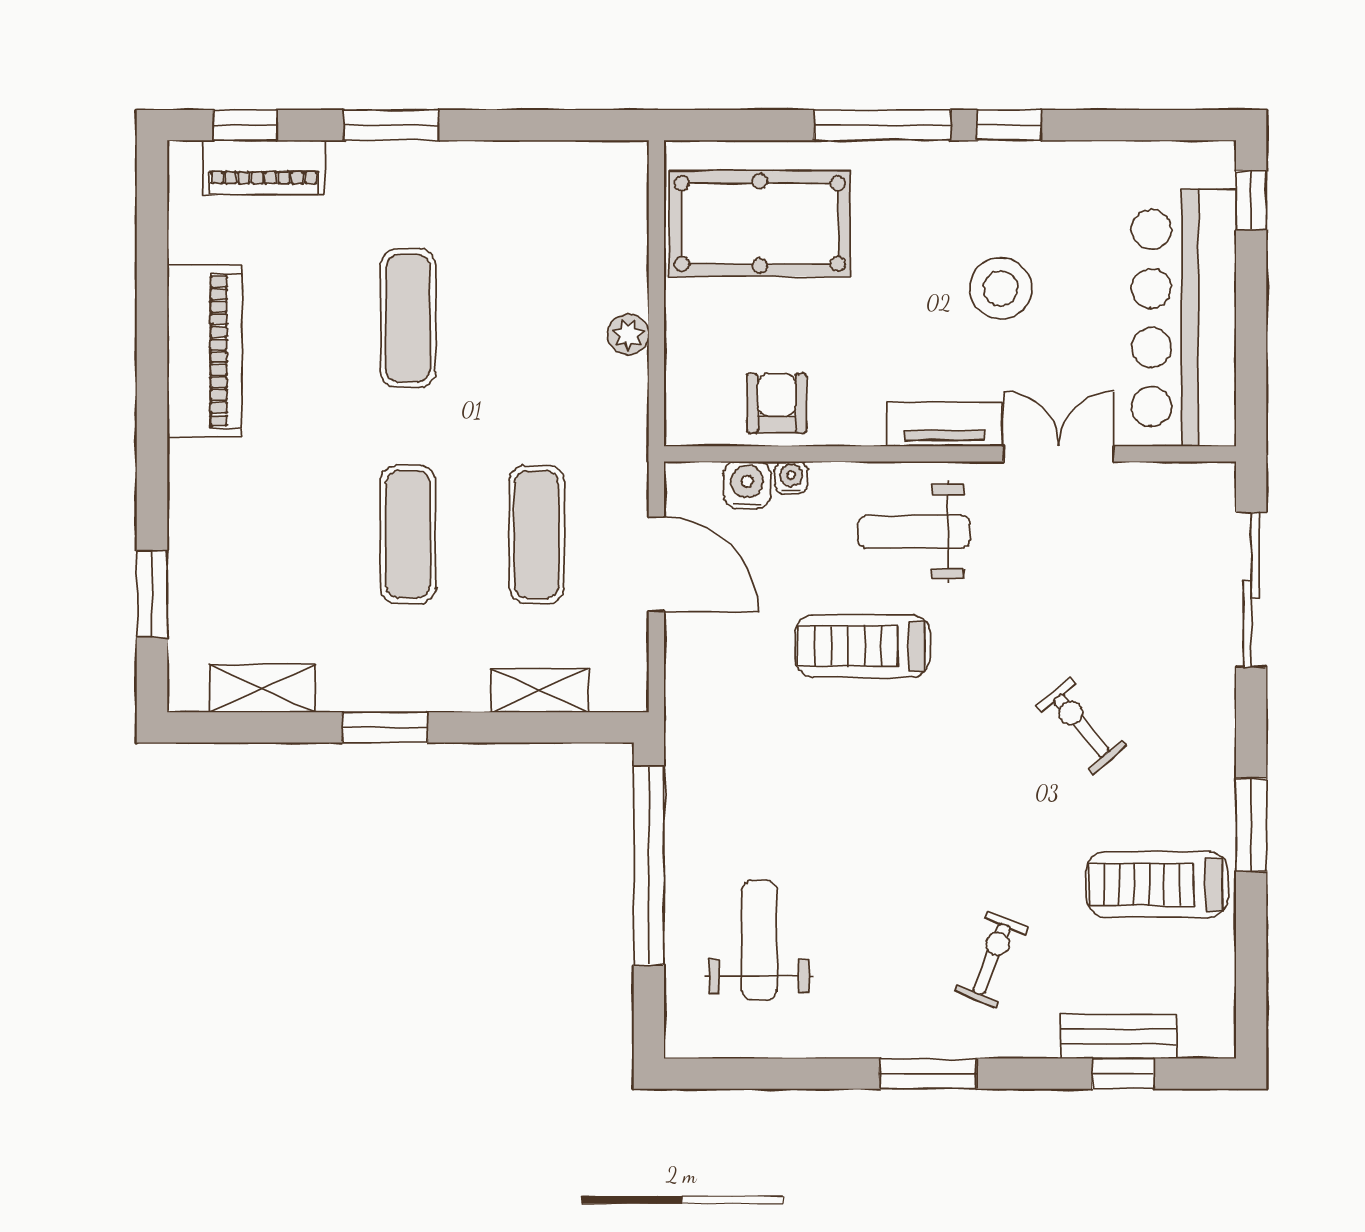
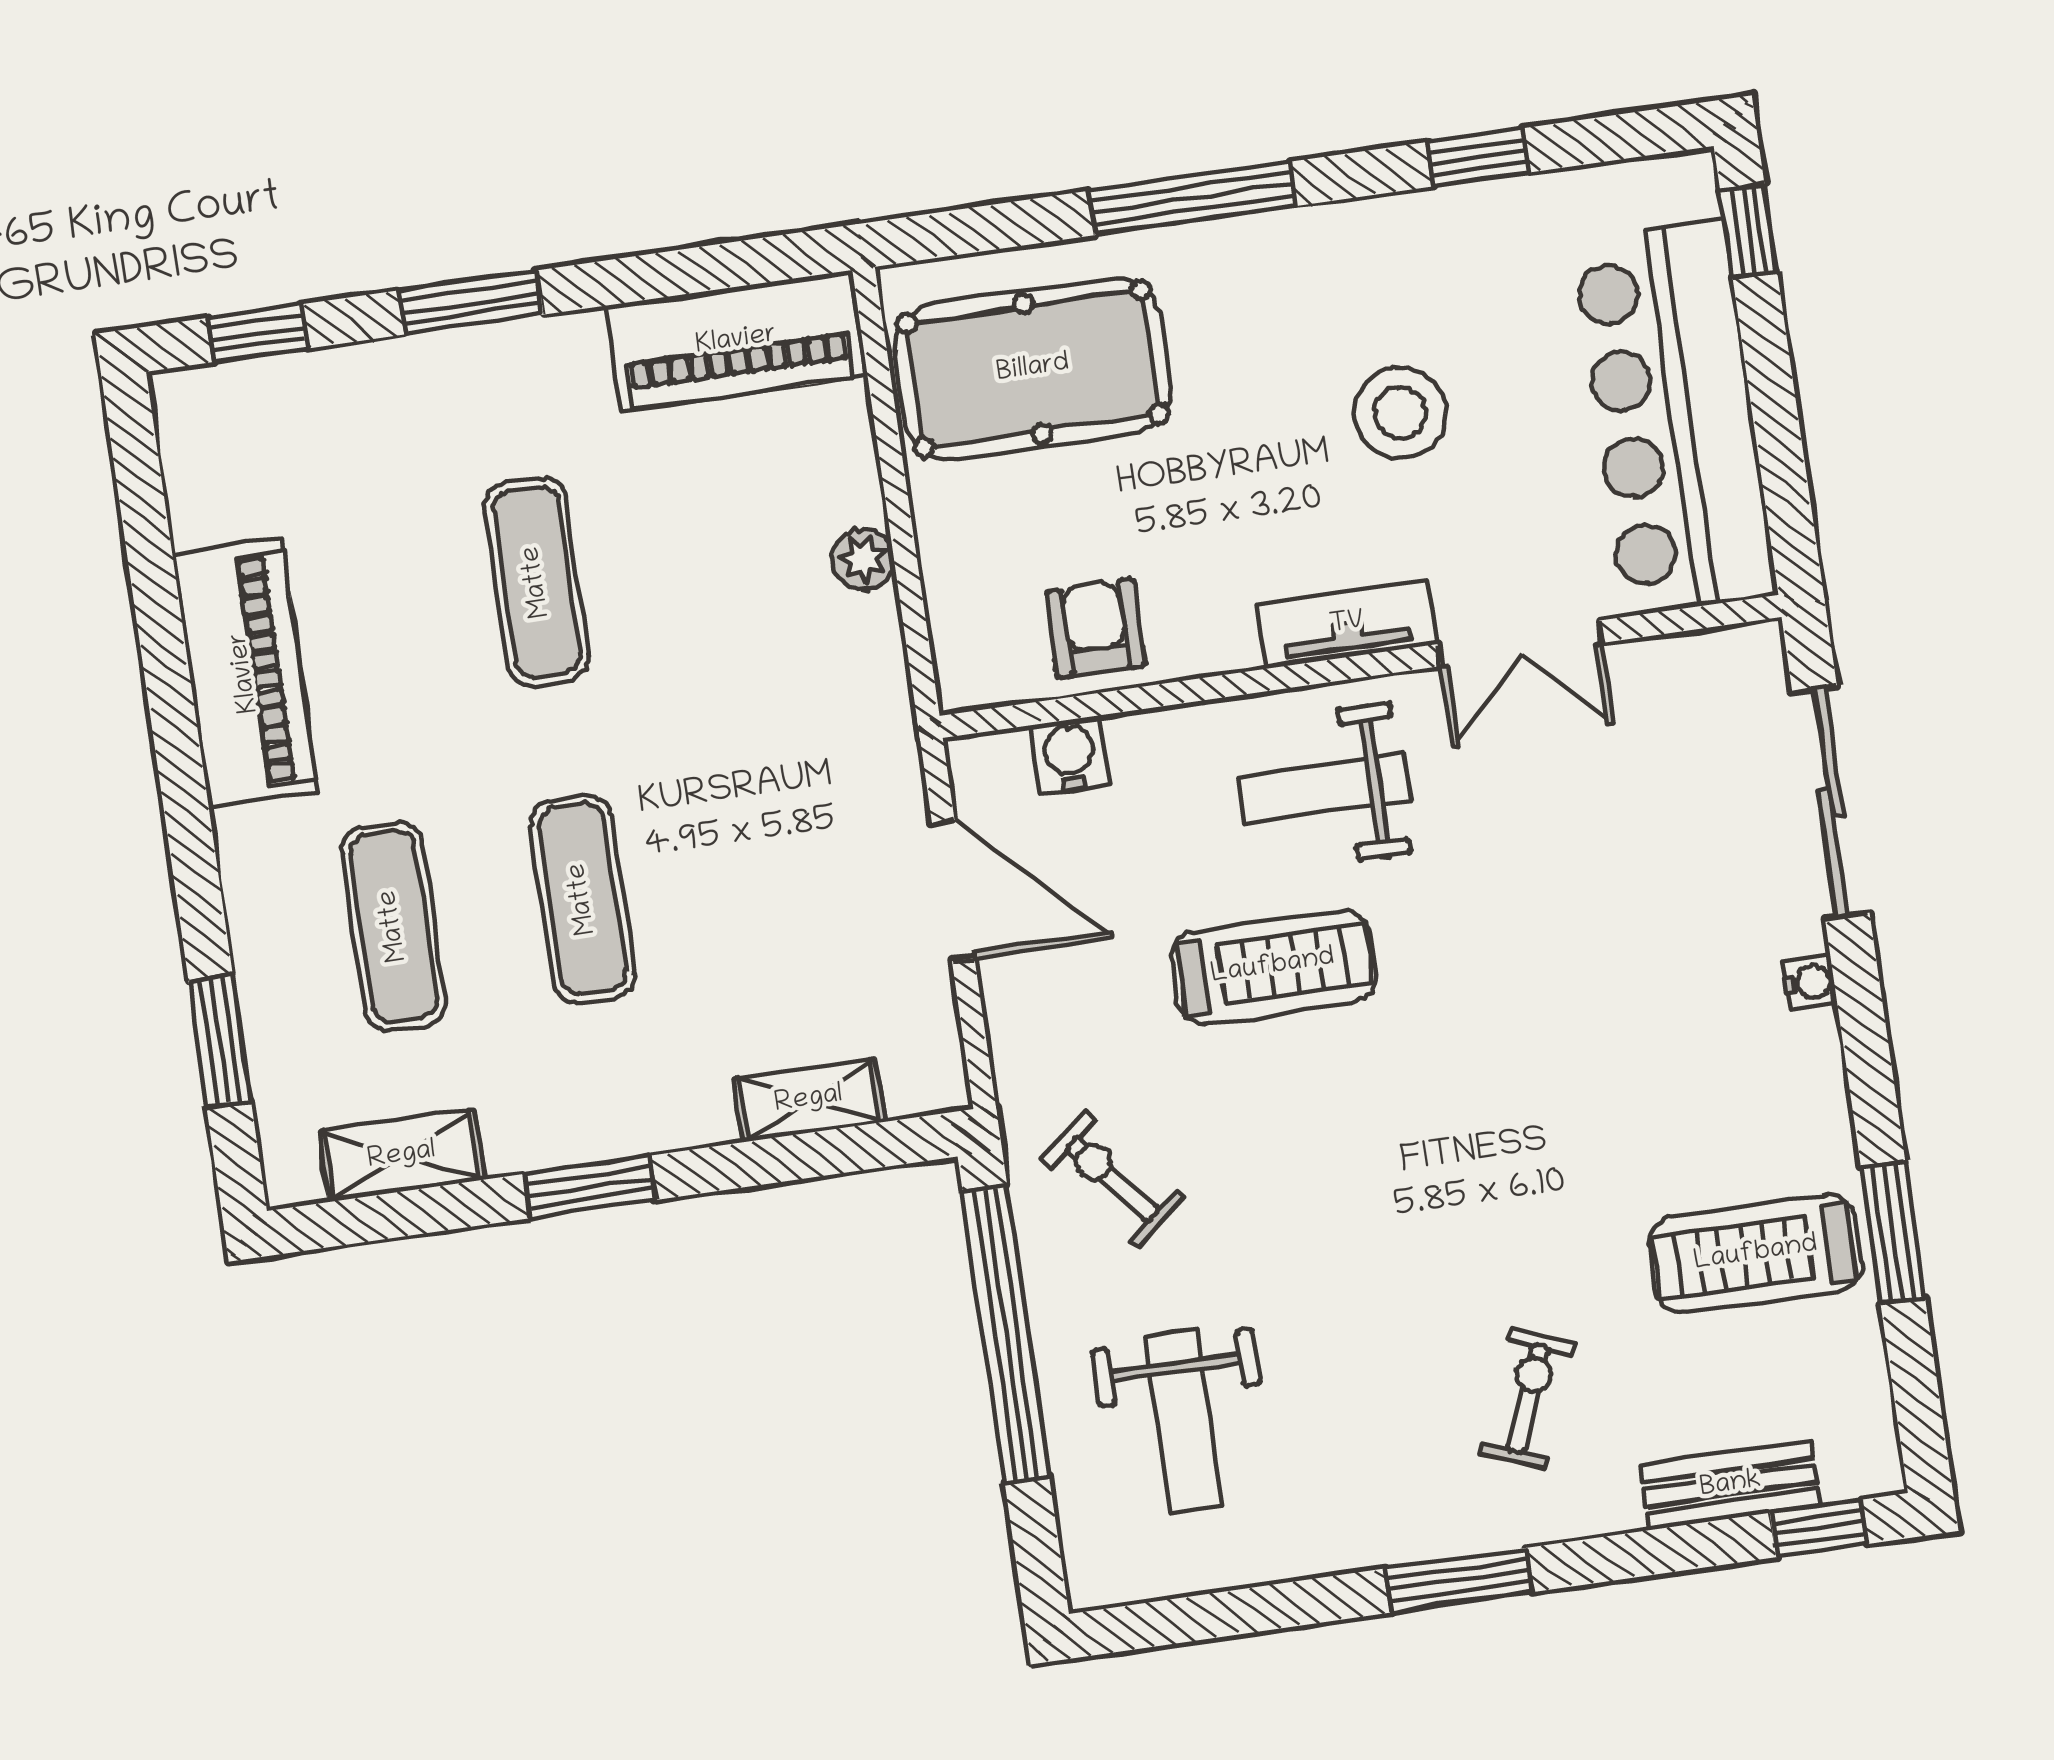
window: (1009, 125) -> (1478, 157), moved
piano: (264, 167) -> (736, 341), moved, width x1.37, depth x1.33
double door: (1059, 454) -> (1520, 643), swing flipped
water cooler: (791, 478) -> (1810, 982), moved, turned 90
exercise mat: (537, 534) -> (394, 926), moved
treadmill: (863, 646) -> (1273, 967), turned 180
exercise bike: (1082, 726) -> (1112, 1179), moved
window: (1251, 825) -> (1893, 1232), moved
weight bench: (759, 940) -> (1184, 1420), turned 180
window: (1123, 1074) -> (1818, 1528), moved

